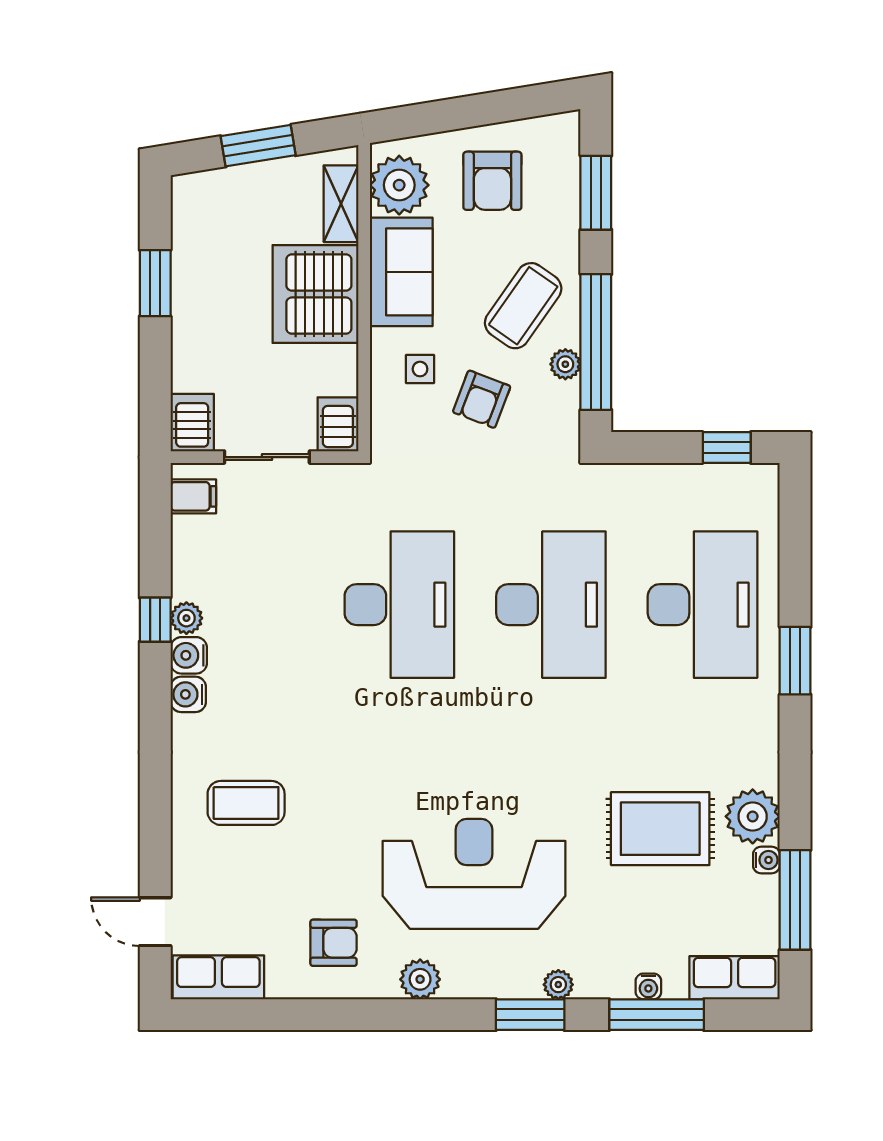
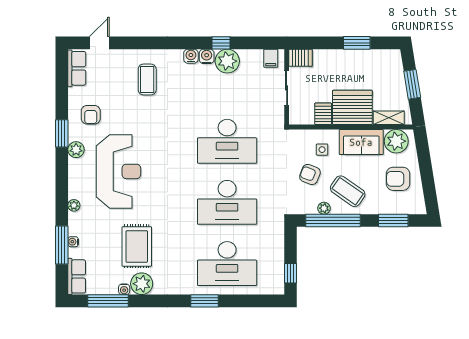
server rack: (338, 424) -> (323, 114), moved, turned -90
plant: (186, 618) -> (227, 61), width x1.87, depth x1.87
window: (530, 1015) -> (62, 133), moved

